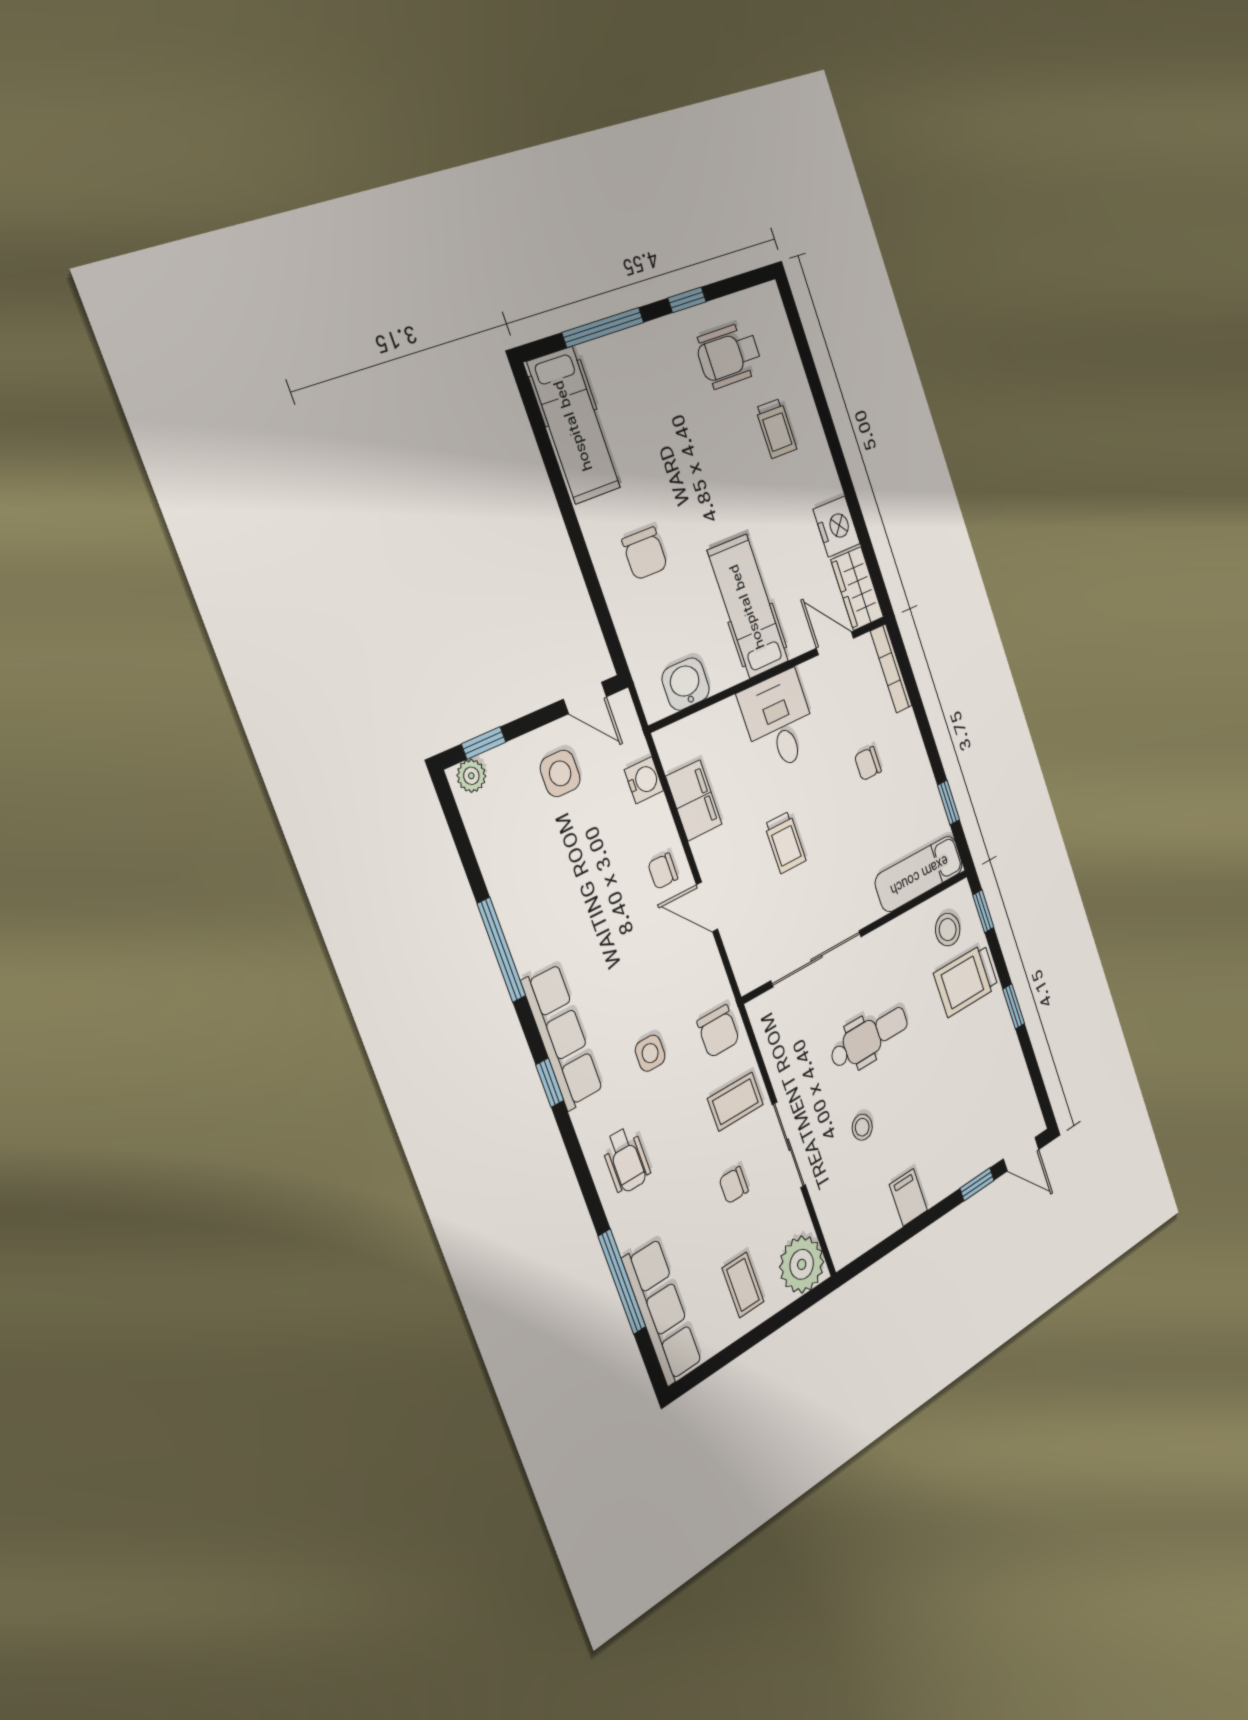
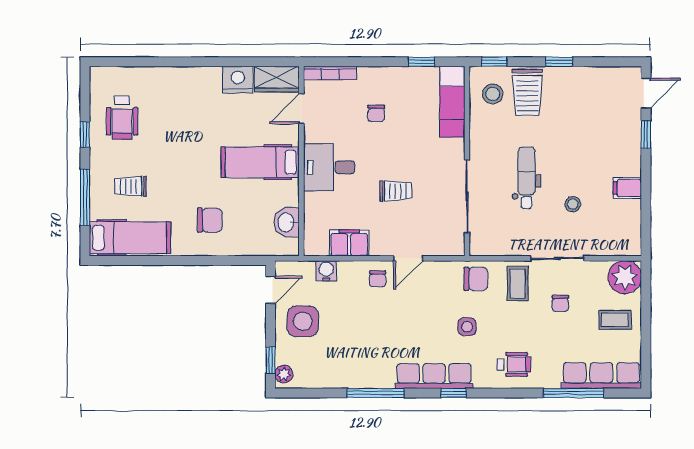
trolley: (776, 428) -> (130, 186), moved, turned 180
side table: (560, 773) -> (303, 321), width x1.37, depth x1.37

